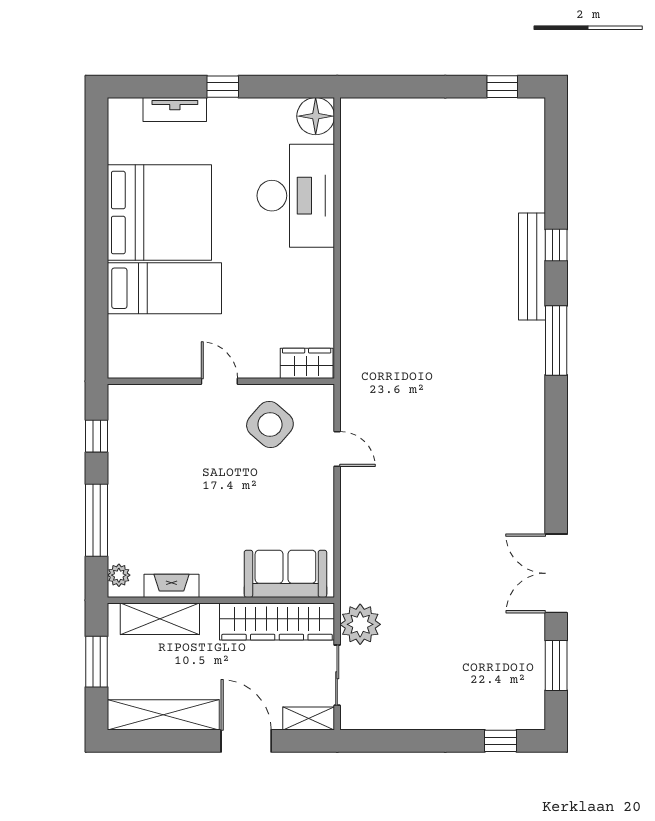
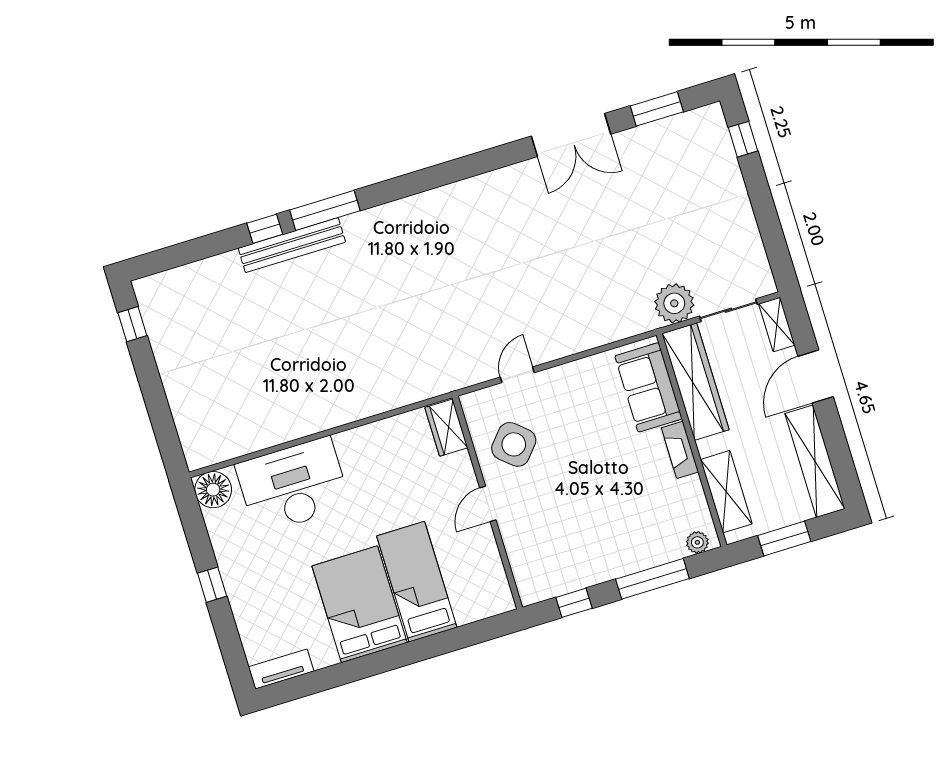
tv unit: (175, 109) -> (281, 669), moved, turned -90
bed: (159, 213) -> (359, 604), width x0.73
window: (556, 340) -> (325, 210), moved
fireplace: (171, 586) -> (680, 450), moved

